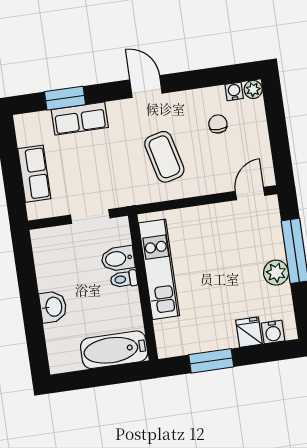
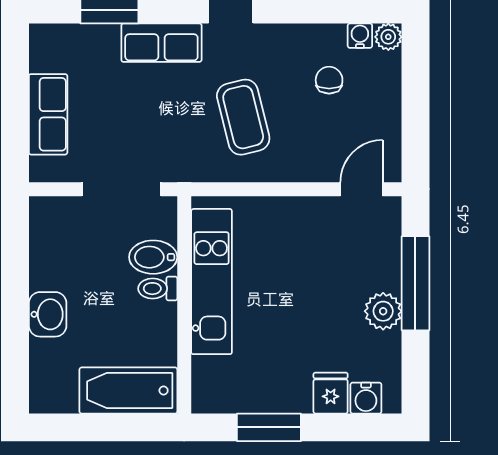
row of seats: (80, 118) -> (161, 43), moved
doorway: (90, 216) -> (121, 189), width x1.38

